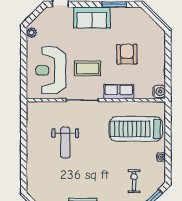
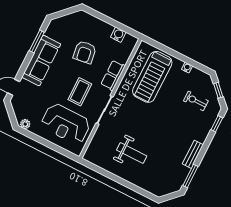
sofa: (92, 18) -> (41, 61), width x1.36
armchair: (127, 54) -> (85, 52), turned -97
water cooler: (159, 91) -> (118, 35), moved
weight bench: (65, 142) -> (132, 153), moved

